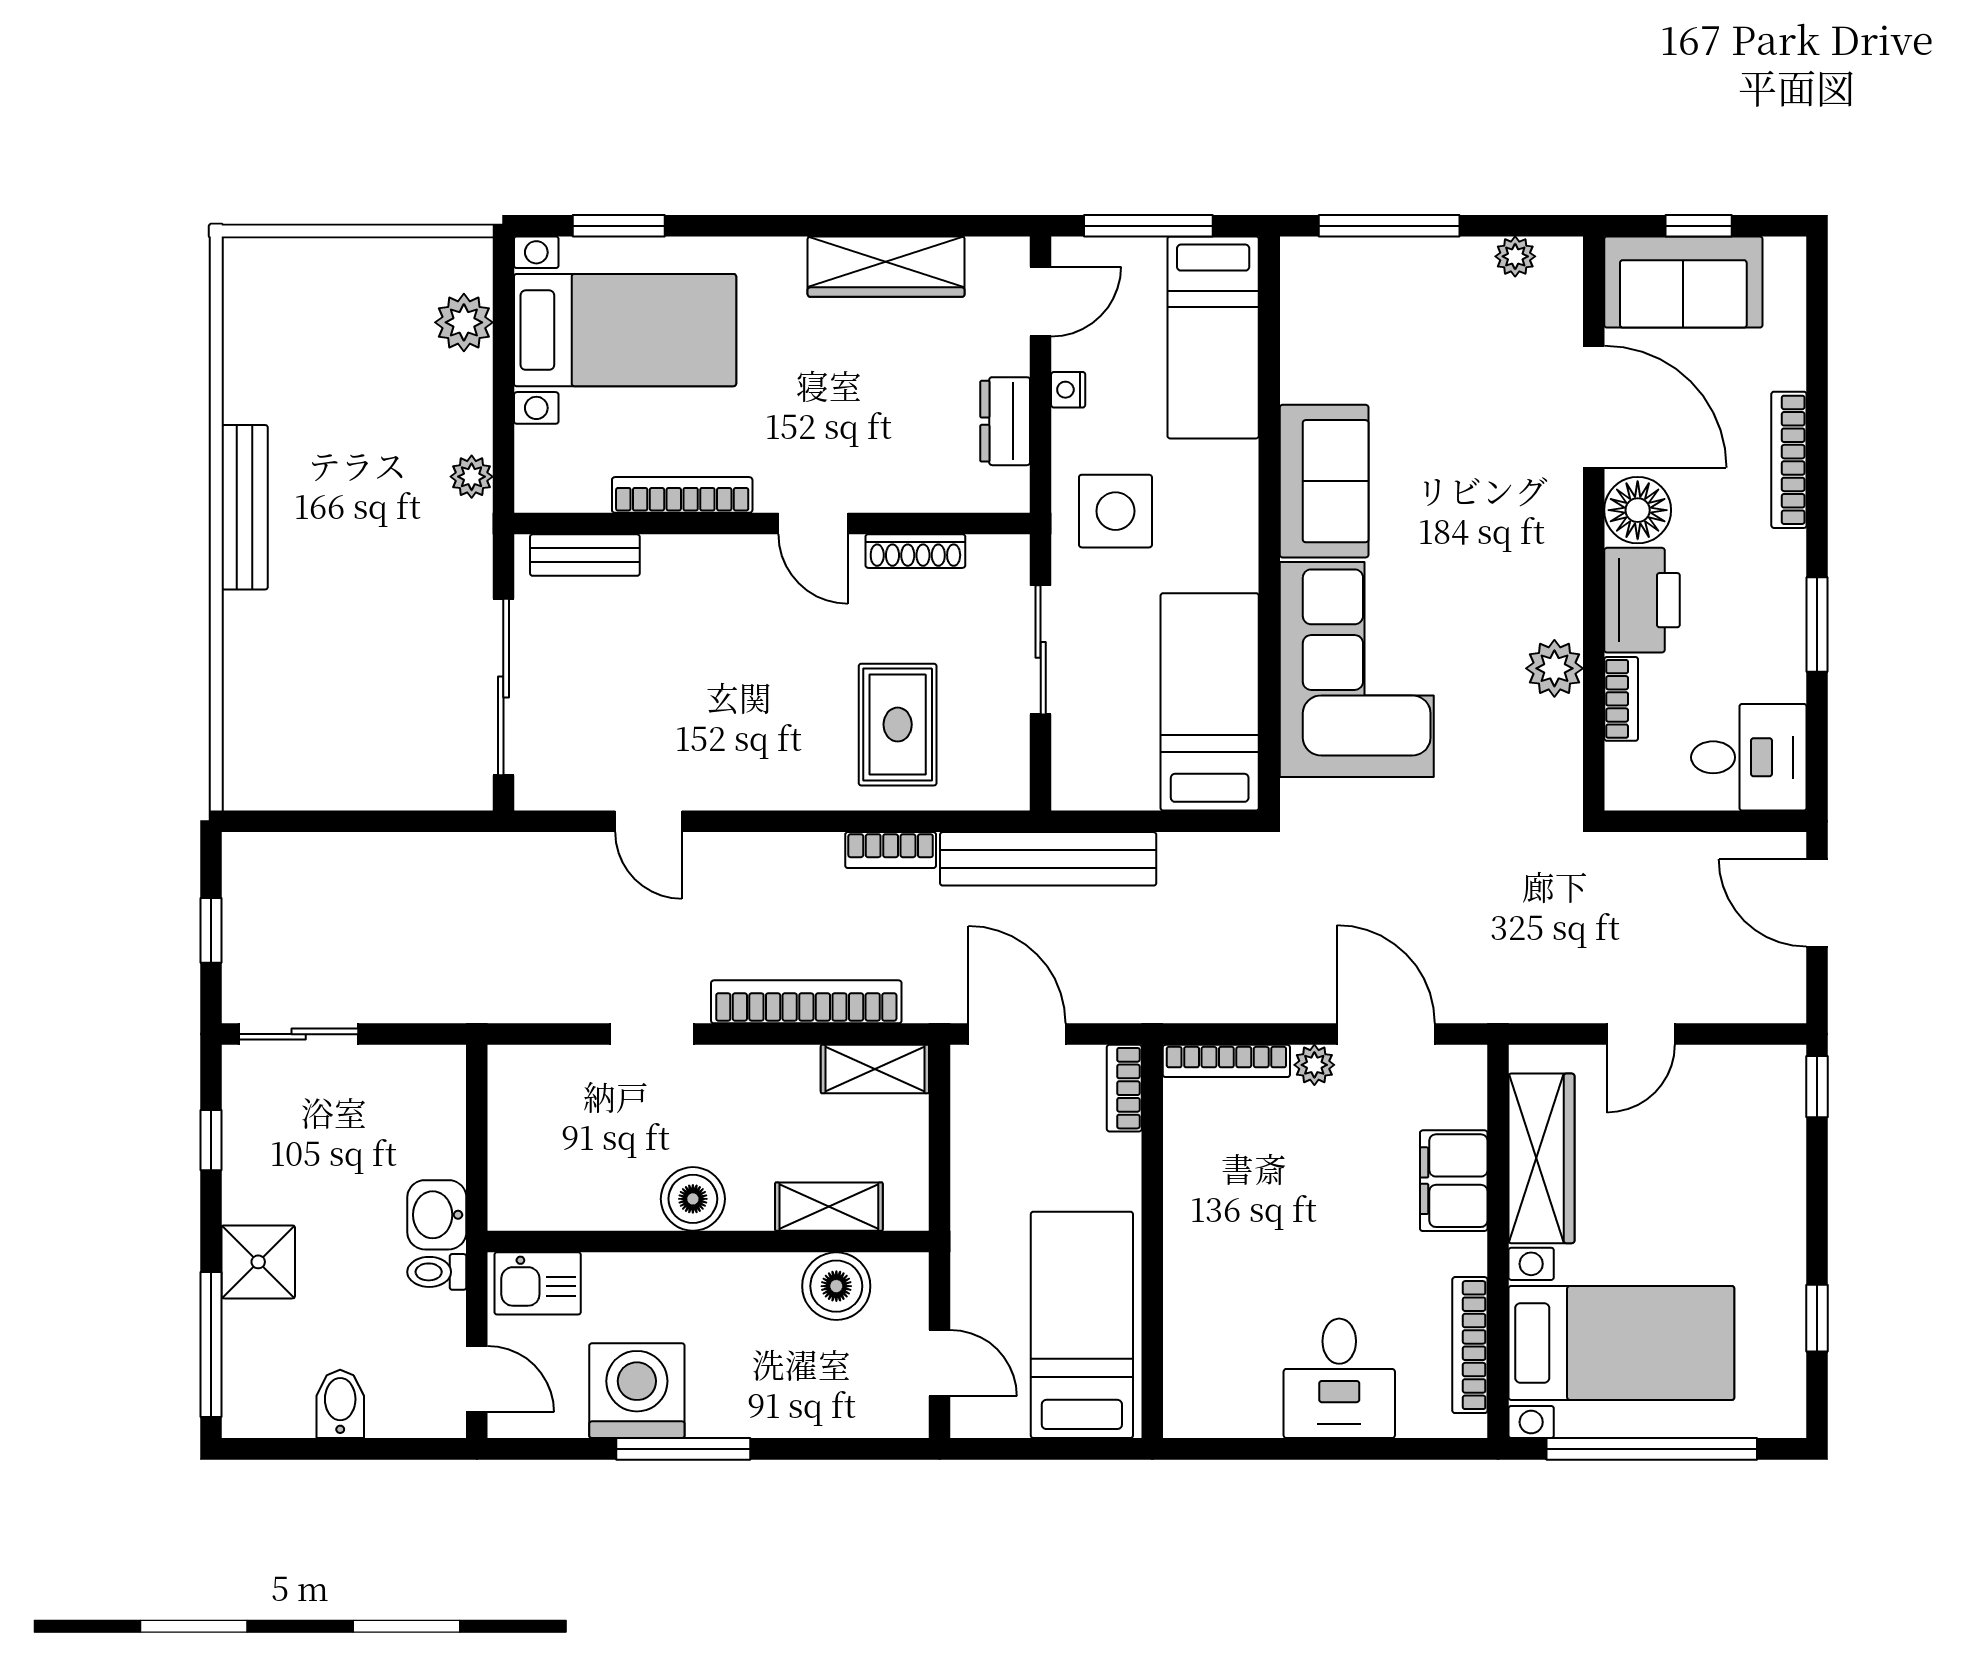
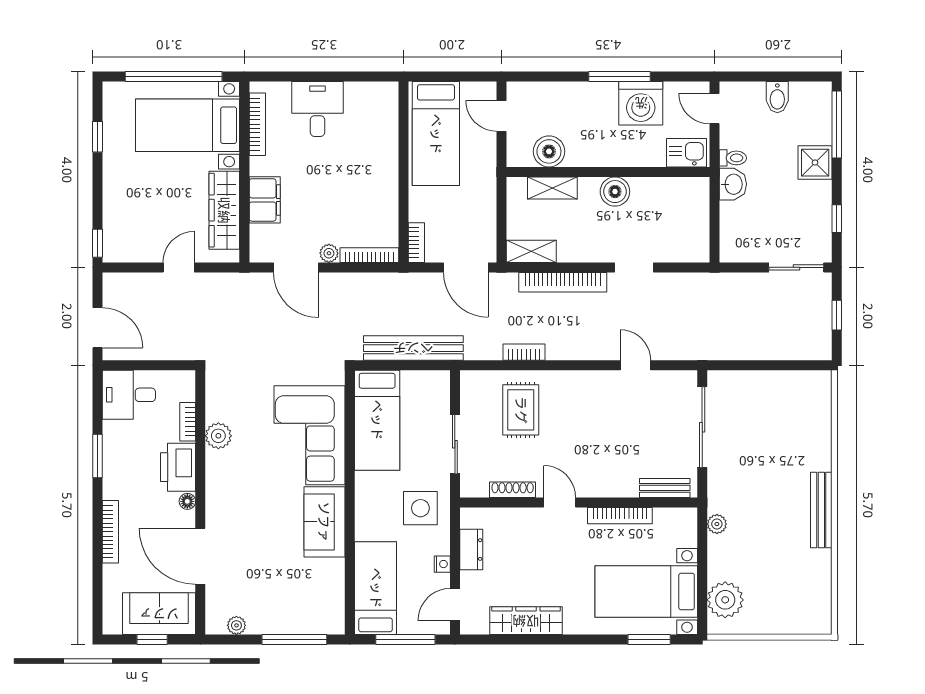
plant: (464, 322) -> (725, 600), width x1.36, depth x1.36
floor lamp: (1638, 510) -> (187, 501), width x0.53, depth x0.53
bench: (1048, 859) -> (413, 348), moved

